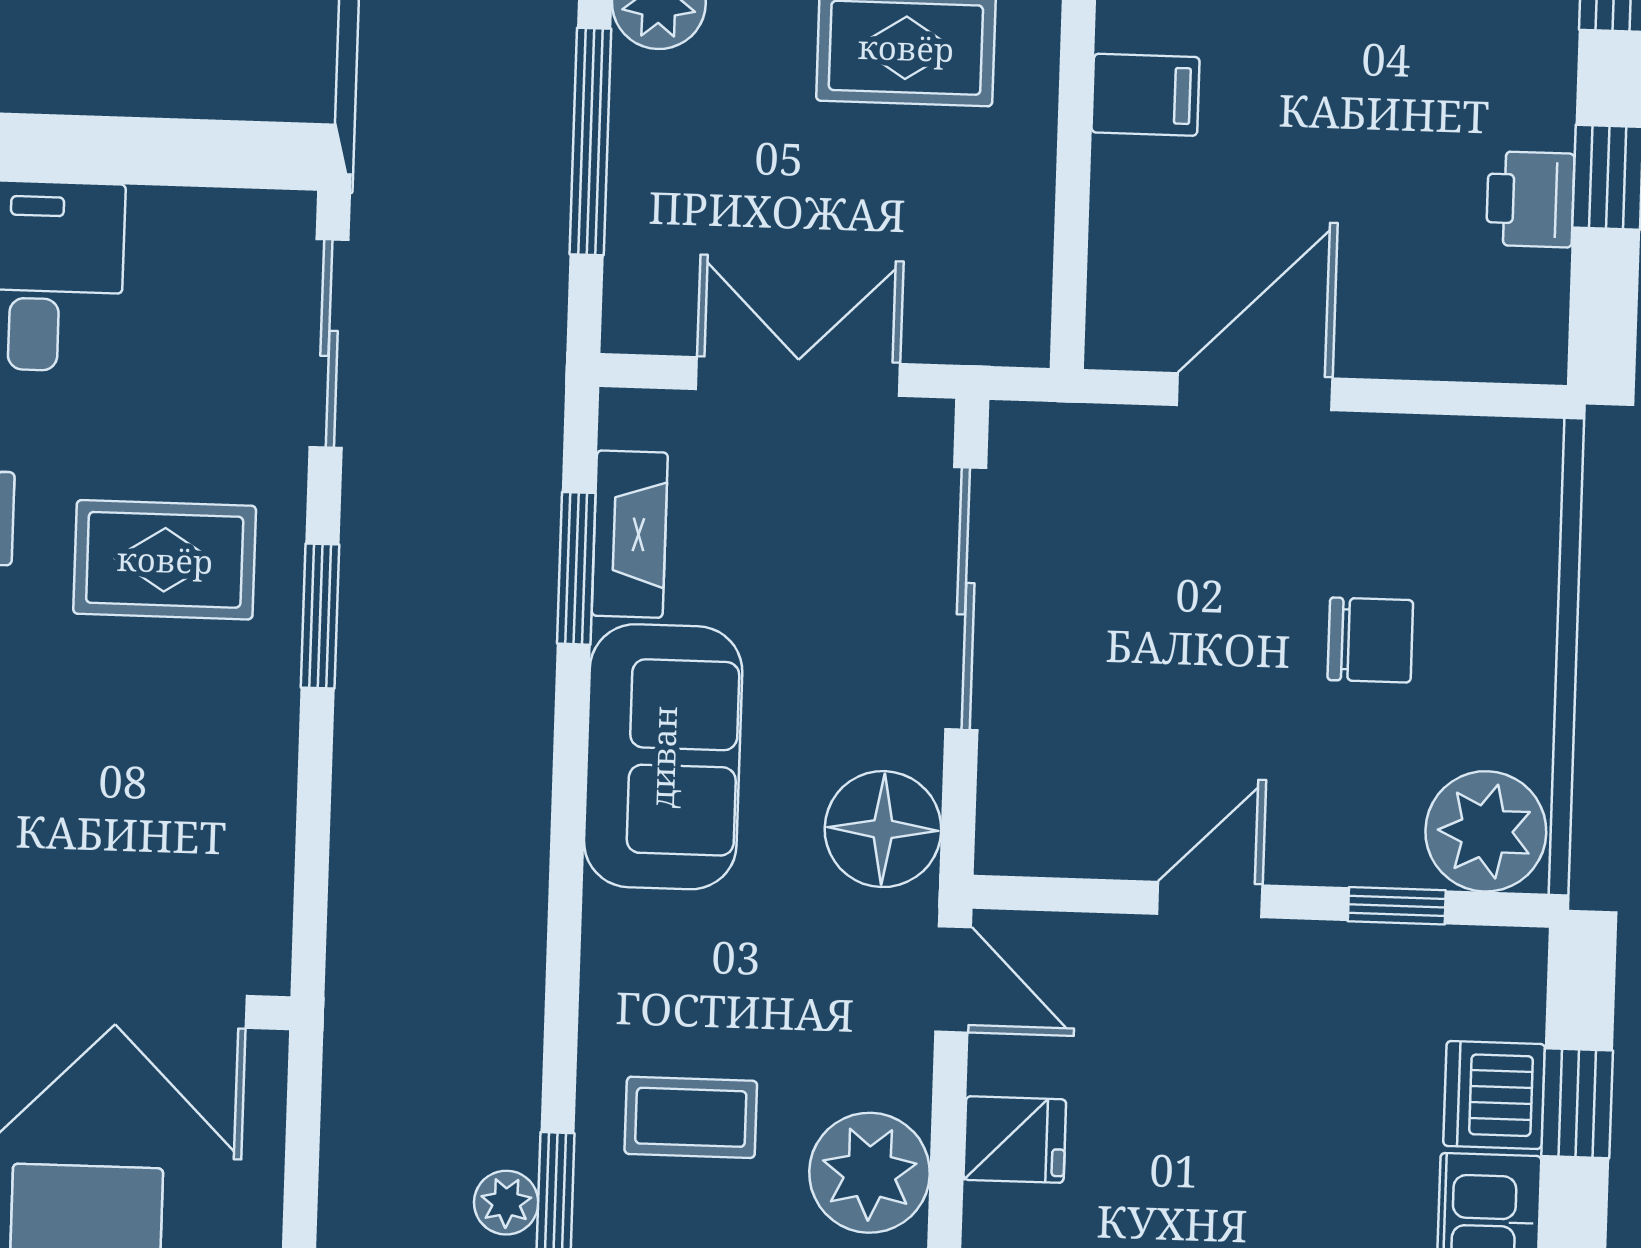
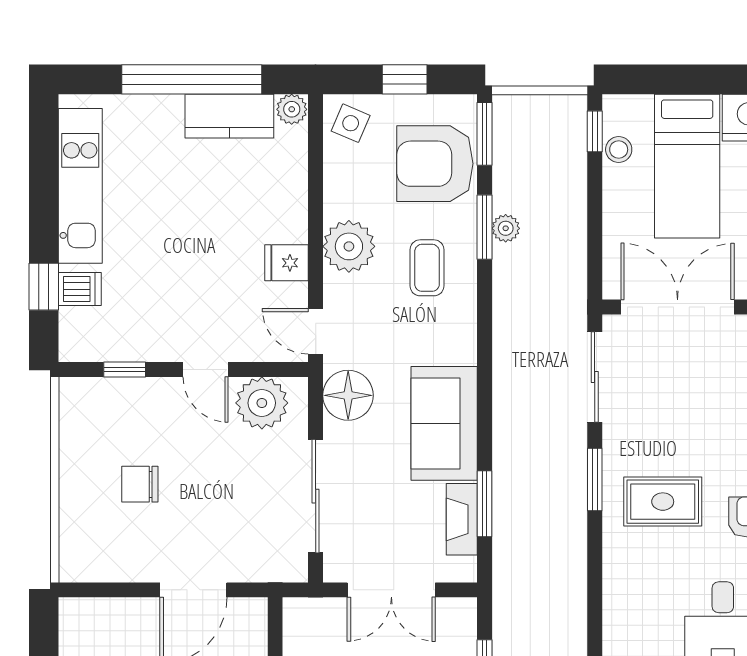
sliding door: (329, 343) -> (595, 377), moved
plant: (1486, 831) -> (262, 403), moved
door: (1210, 900) -> (206, 370), hinge flipped
dishwasher: (1494, 1095) -> (80, 289), width x0.73
coffee table: (691, 1117) -> (427, 268), turned 90

